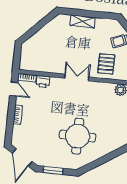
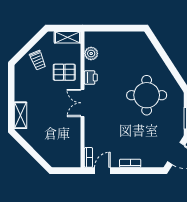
shelving: (83, 21) -> (21, 115), moved
printer: (43, 82) -> (91, 77), moved

